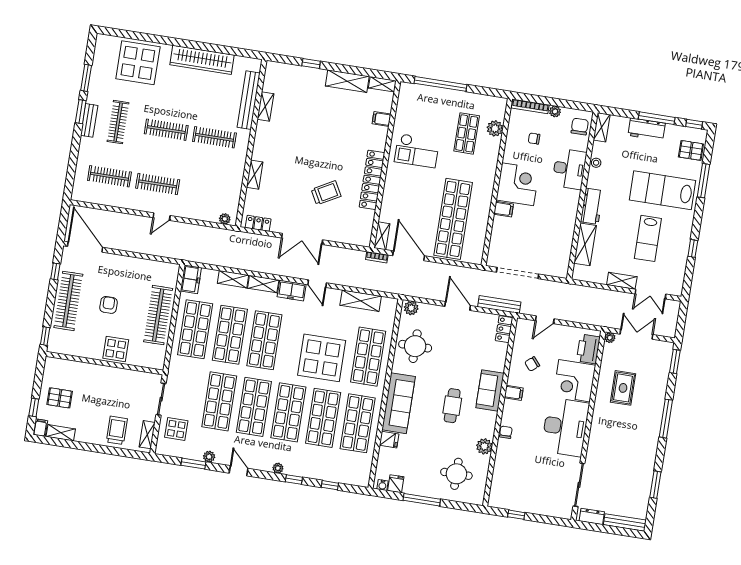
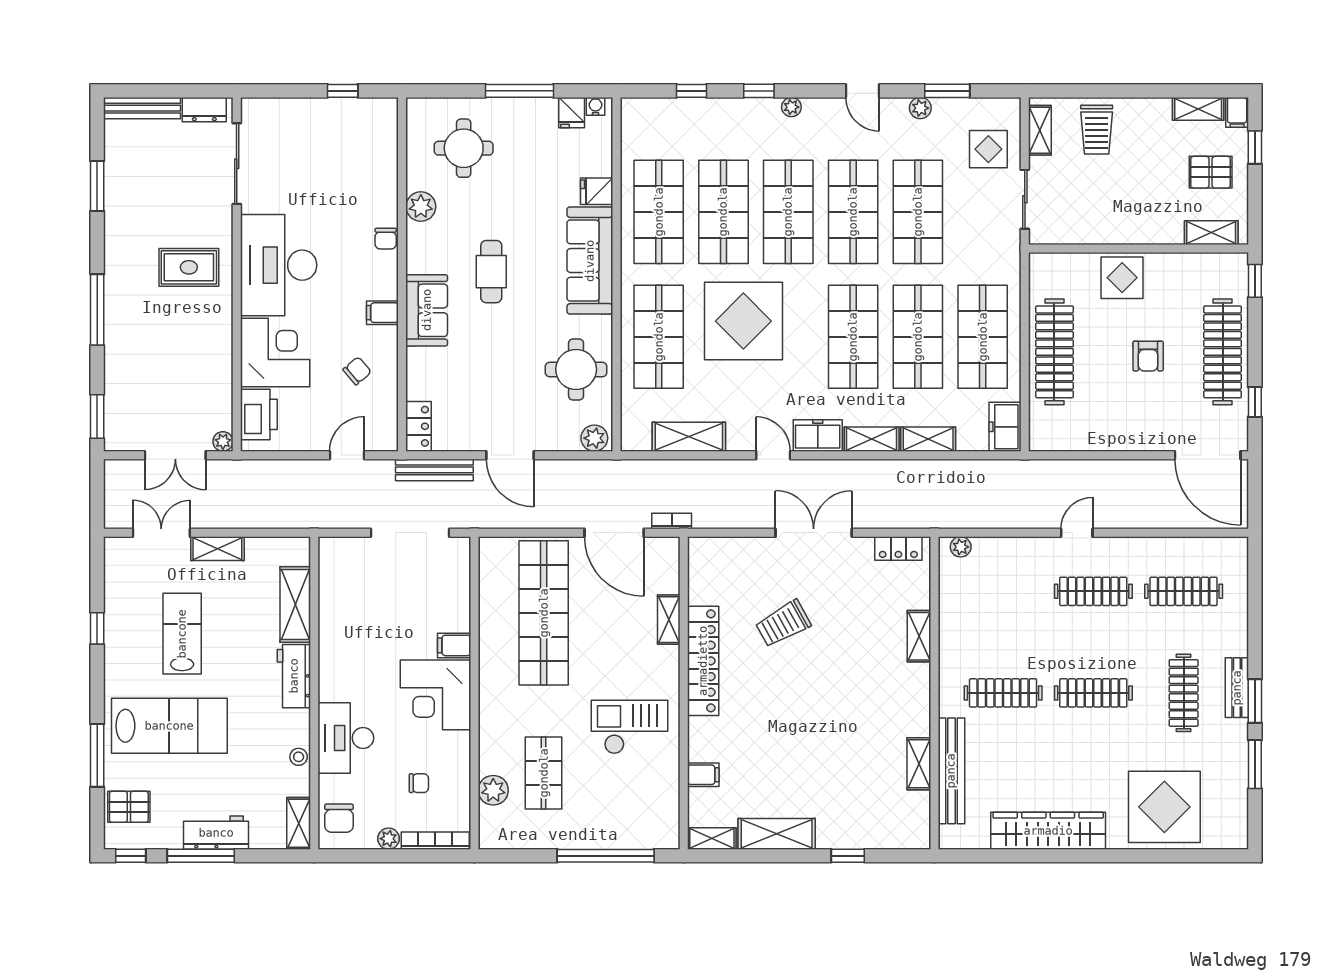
shelving: (382, 236) -> (669, 620), moved
shelving: (64, 366) -> (1211, 233), added
rug: (623, 388) -> (189, 267), moved, turned 90

